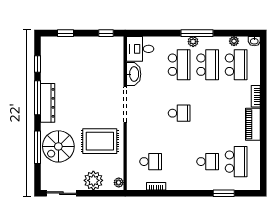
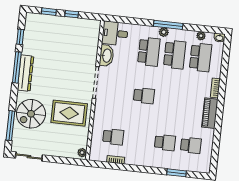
window: (106, 33) -> (72, 14), moved
window: (38, 147) -> (10, 126), moved
school desk: (236, 162) -> (191, 145), width x0.54
plant: (93, 180) -> (59, 148), removed

